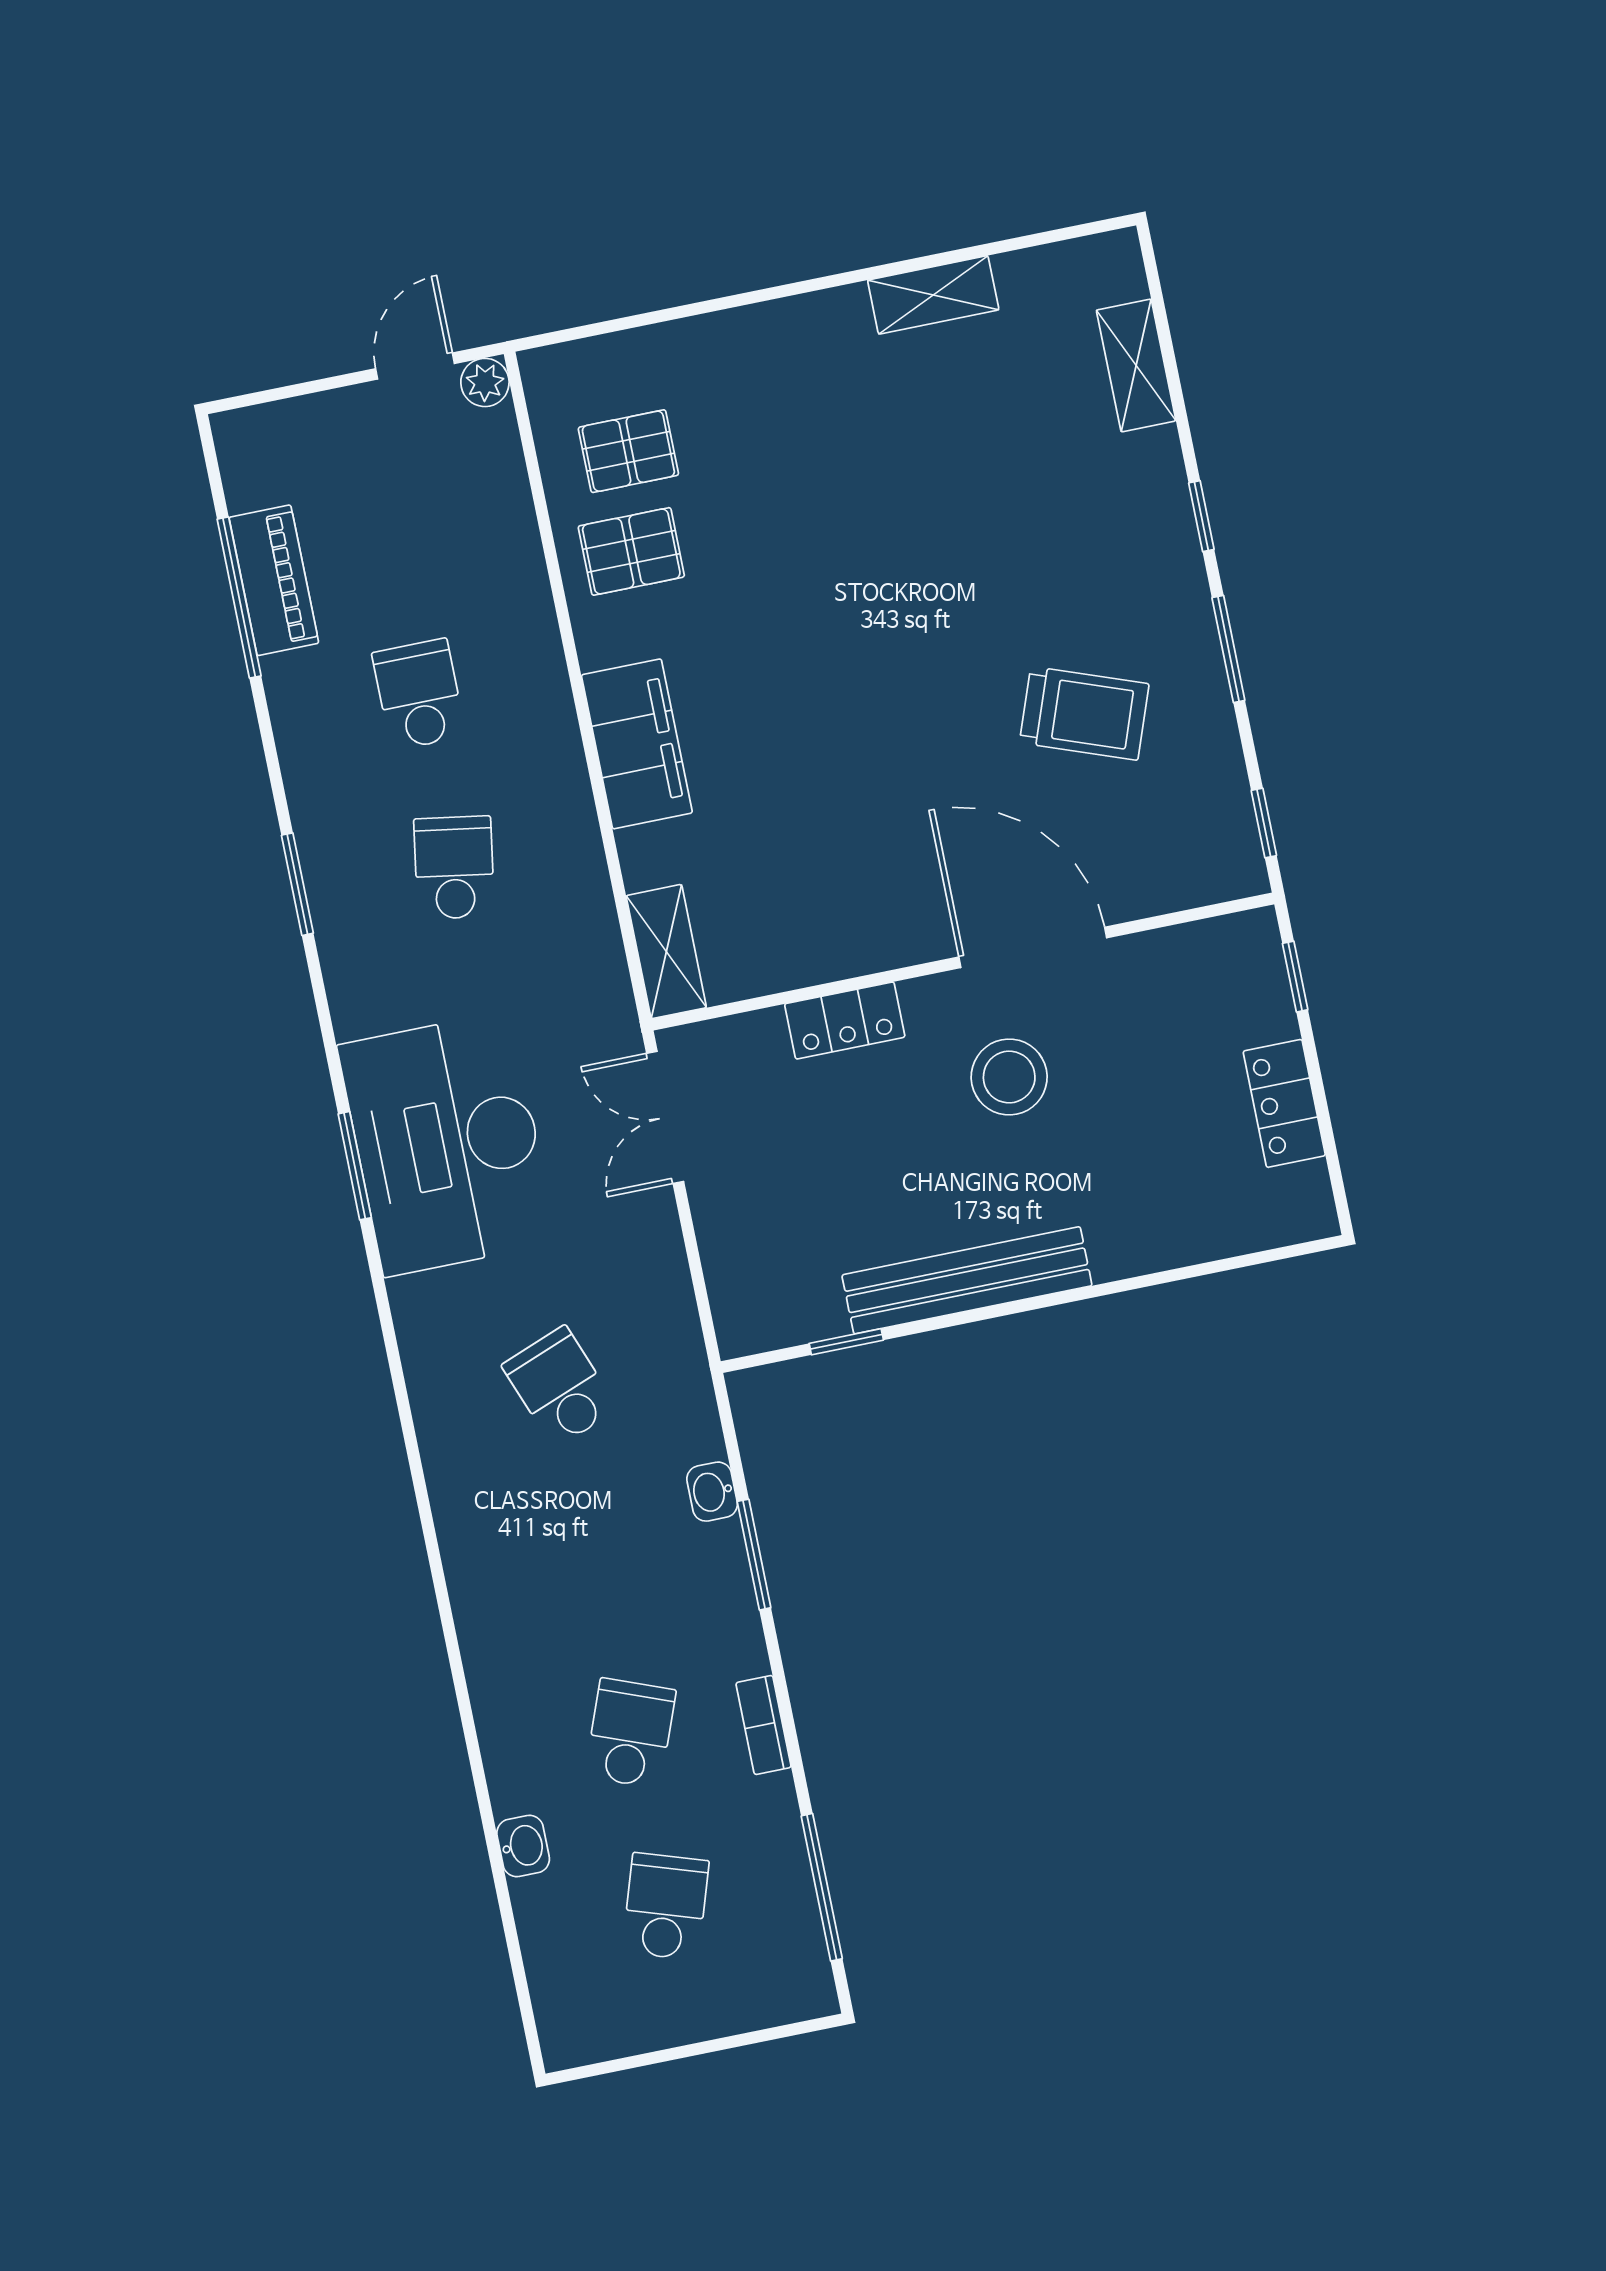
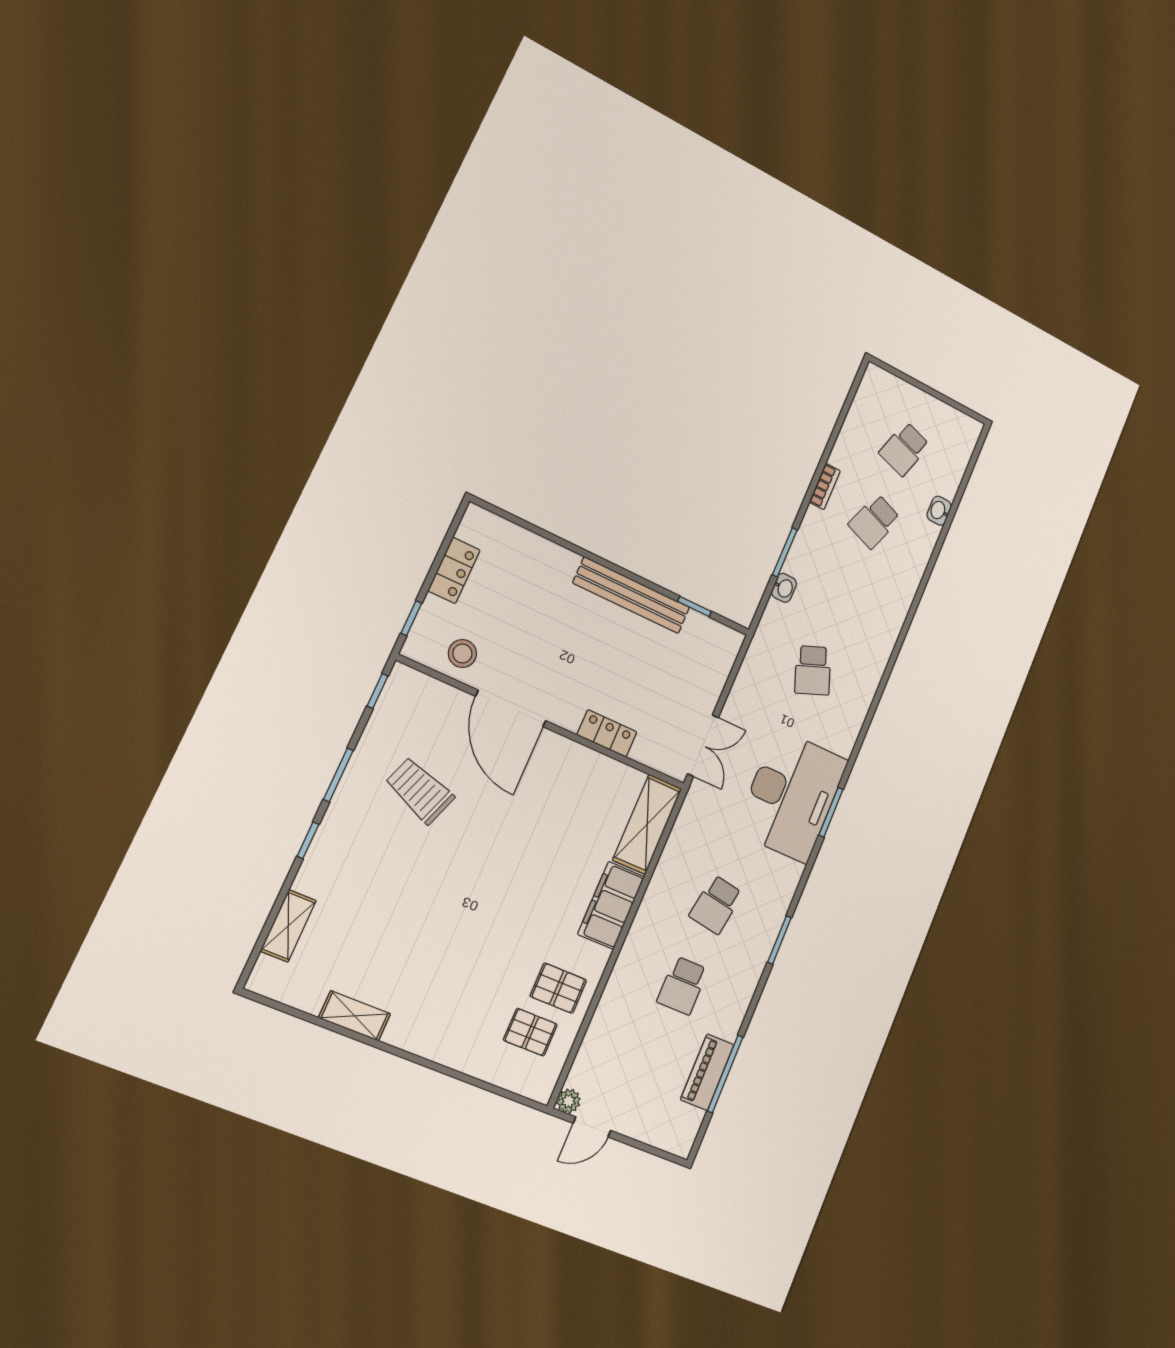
shelving: (666, 952) -> (647, 824), width x1.50, depth x1.33
stool: (1009, 1077) -> (462, 653), moved, width x0.73, depth x0.73
window: (822, 1887) -> (845, 411), removed

